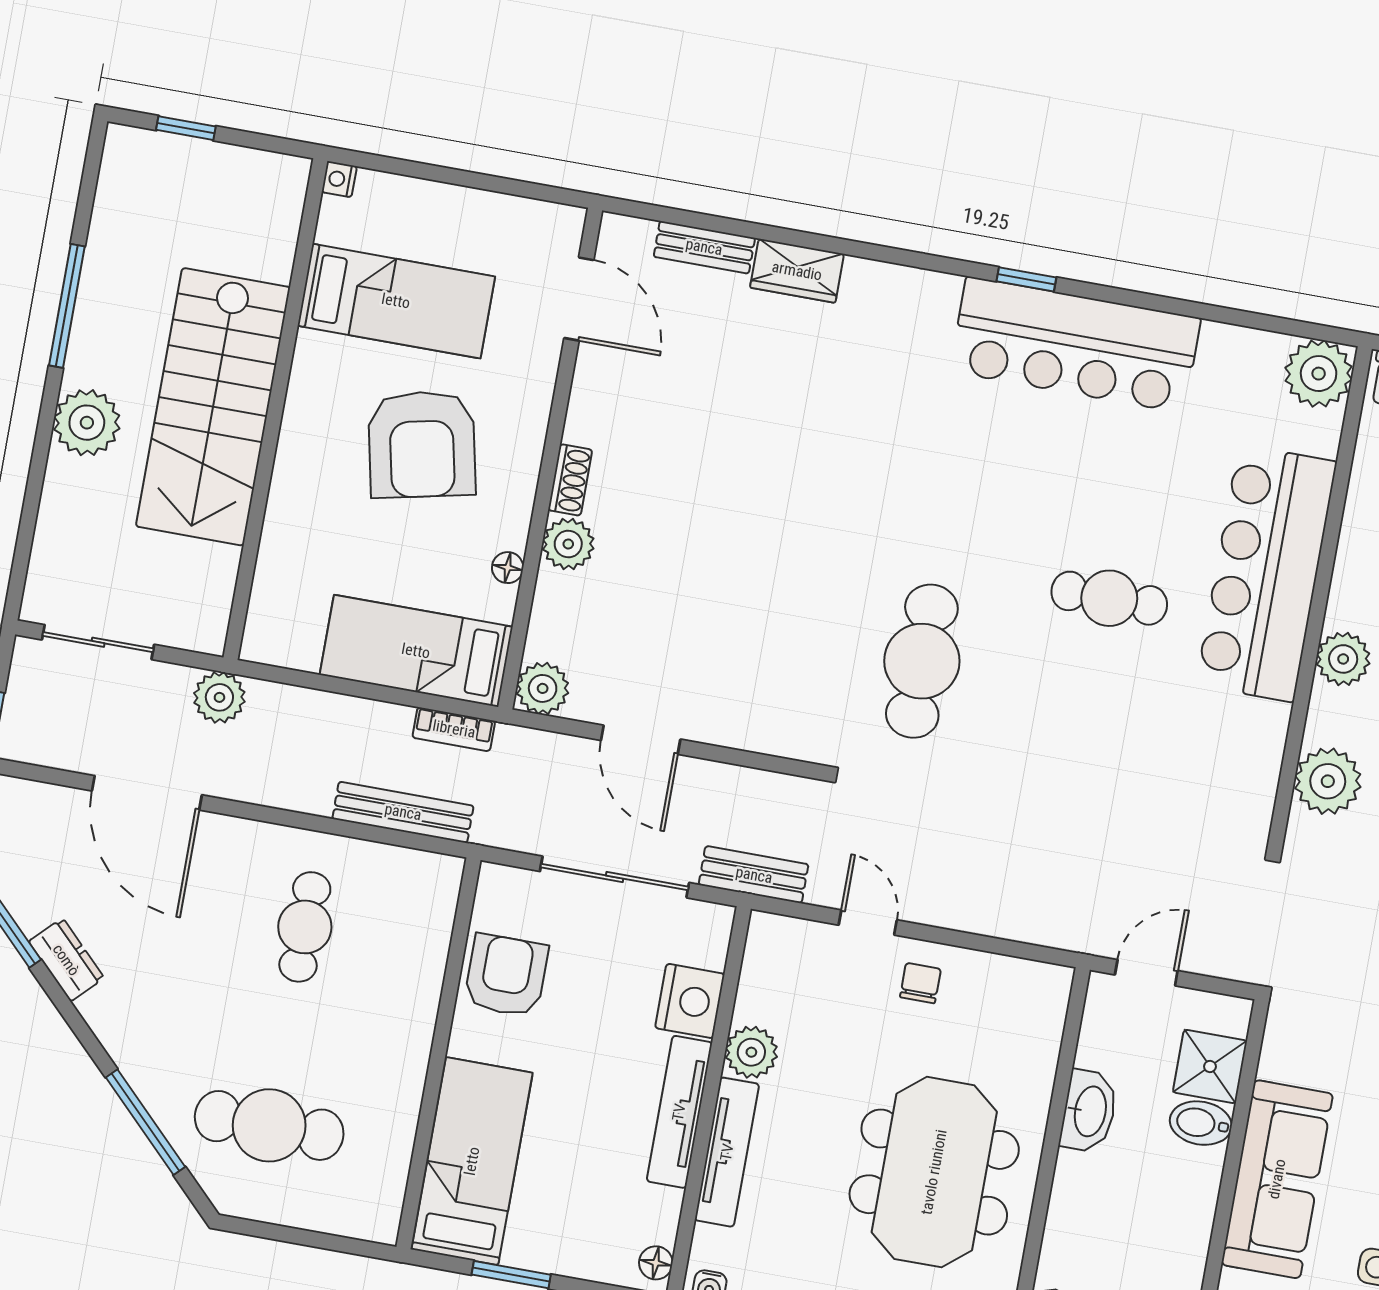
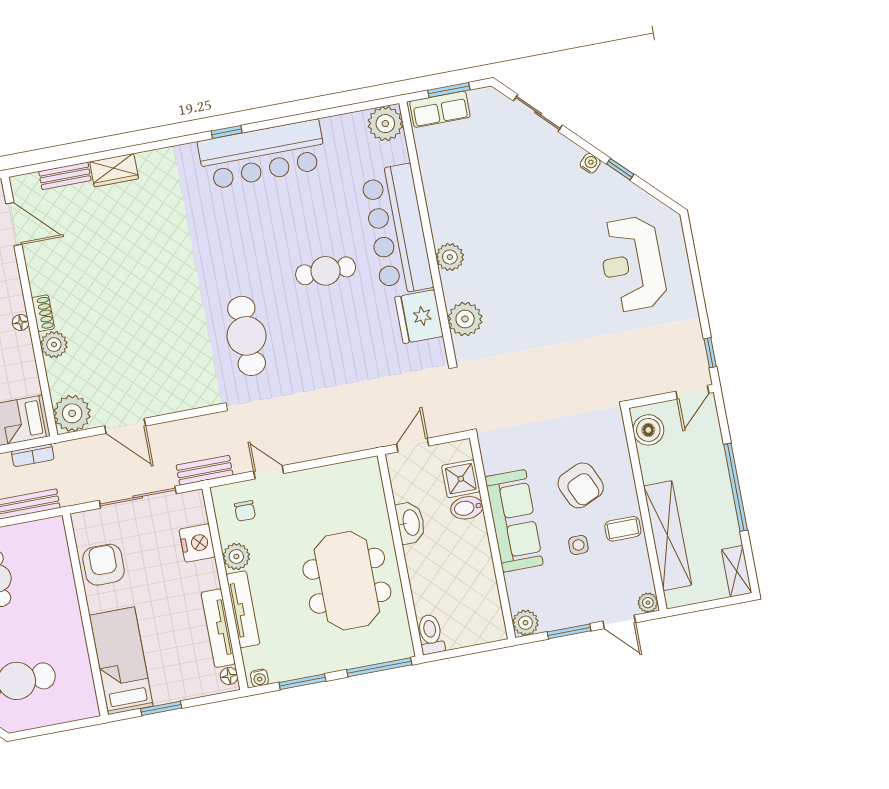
floor lamp: (508, 568) -> (21, 323), moved
plant: (543, 688) -> (72, 413), width x1.36, depth x1.36
fridge: (1246, 745) -> (419, 317), added
chair: (920, 983) -> (245, 511), moved, turned 180
tv unit: (679, 1112) -> (218, 628), moved

